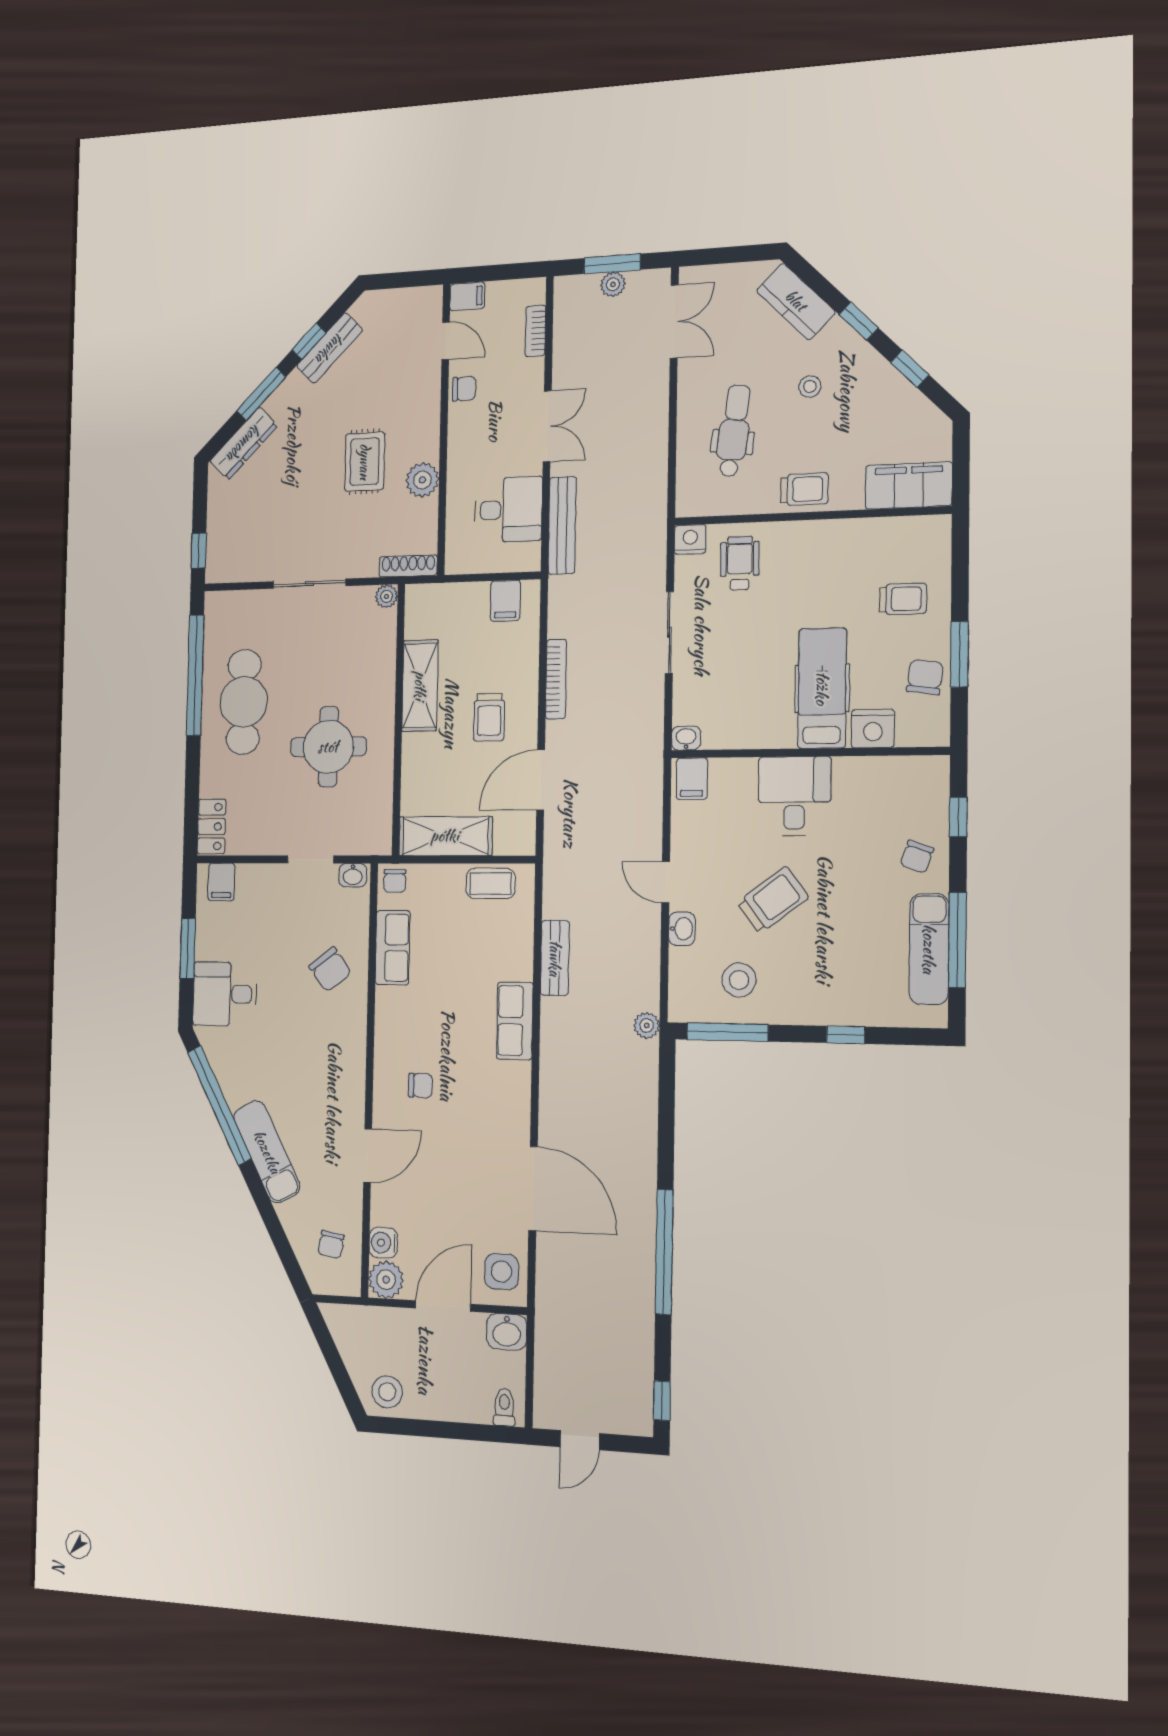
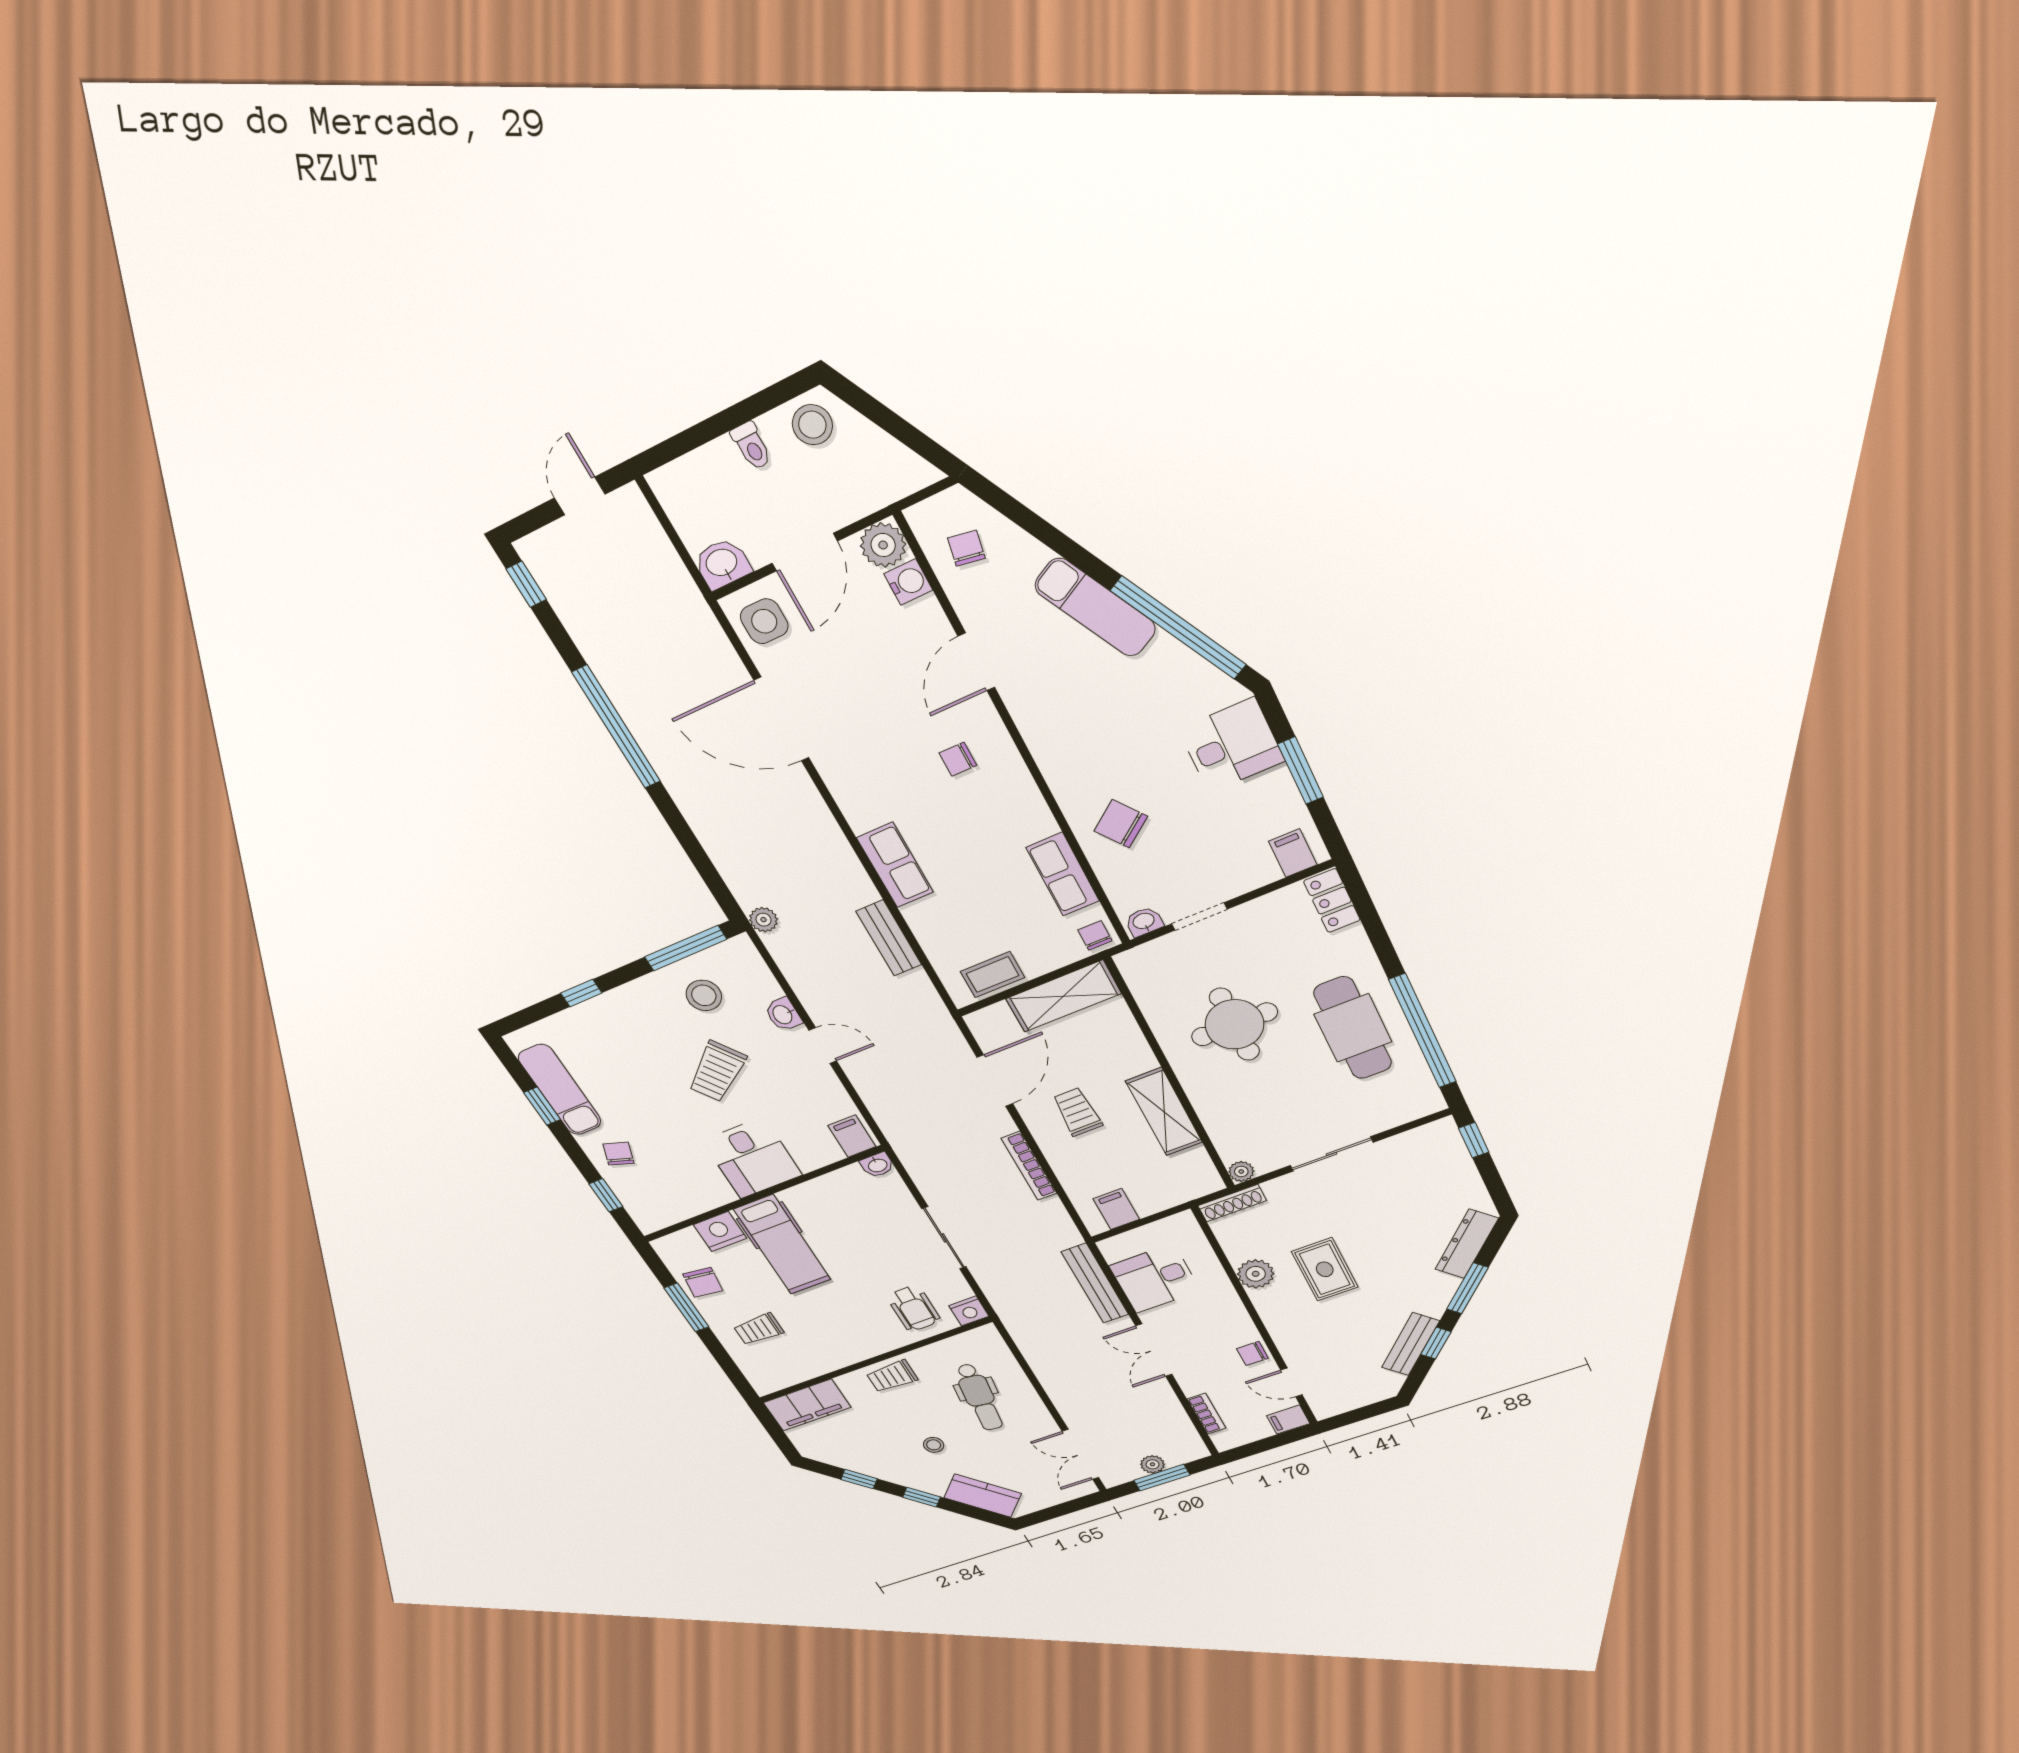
window: (957, 940) -> (542, 1106), width x0.46
toilet: (504, 1407) -> (751, 446), moved

